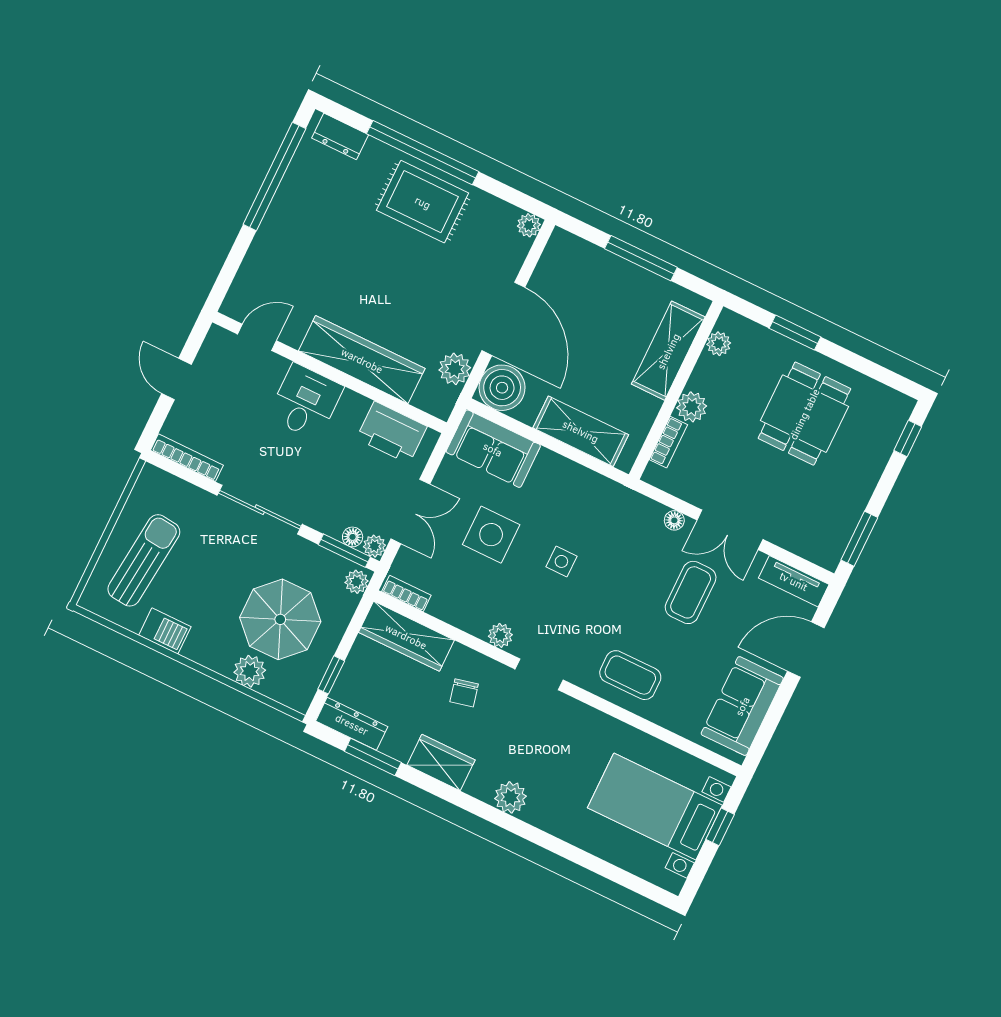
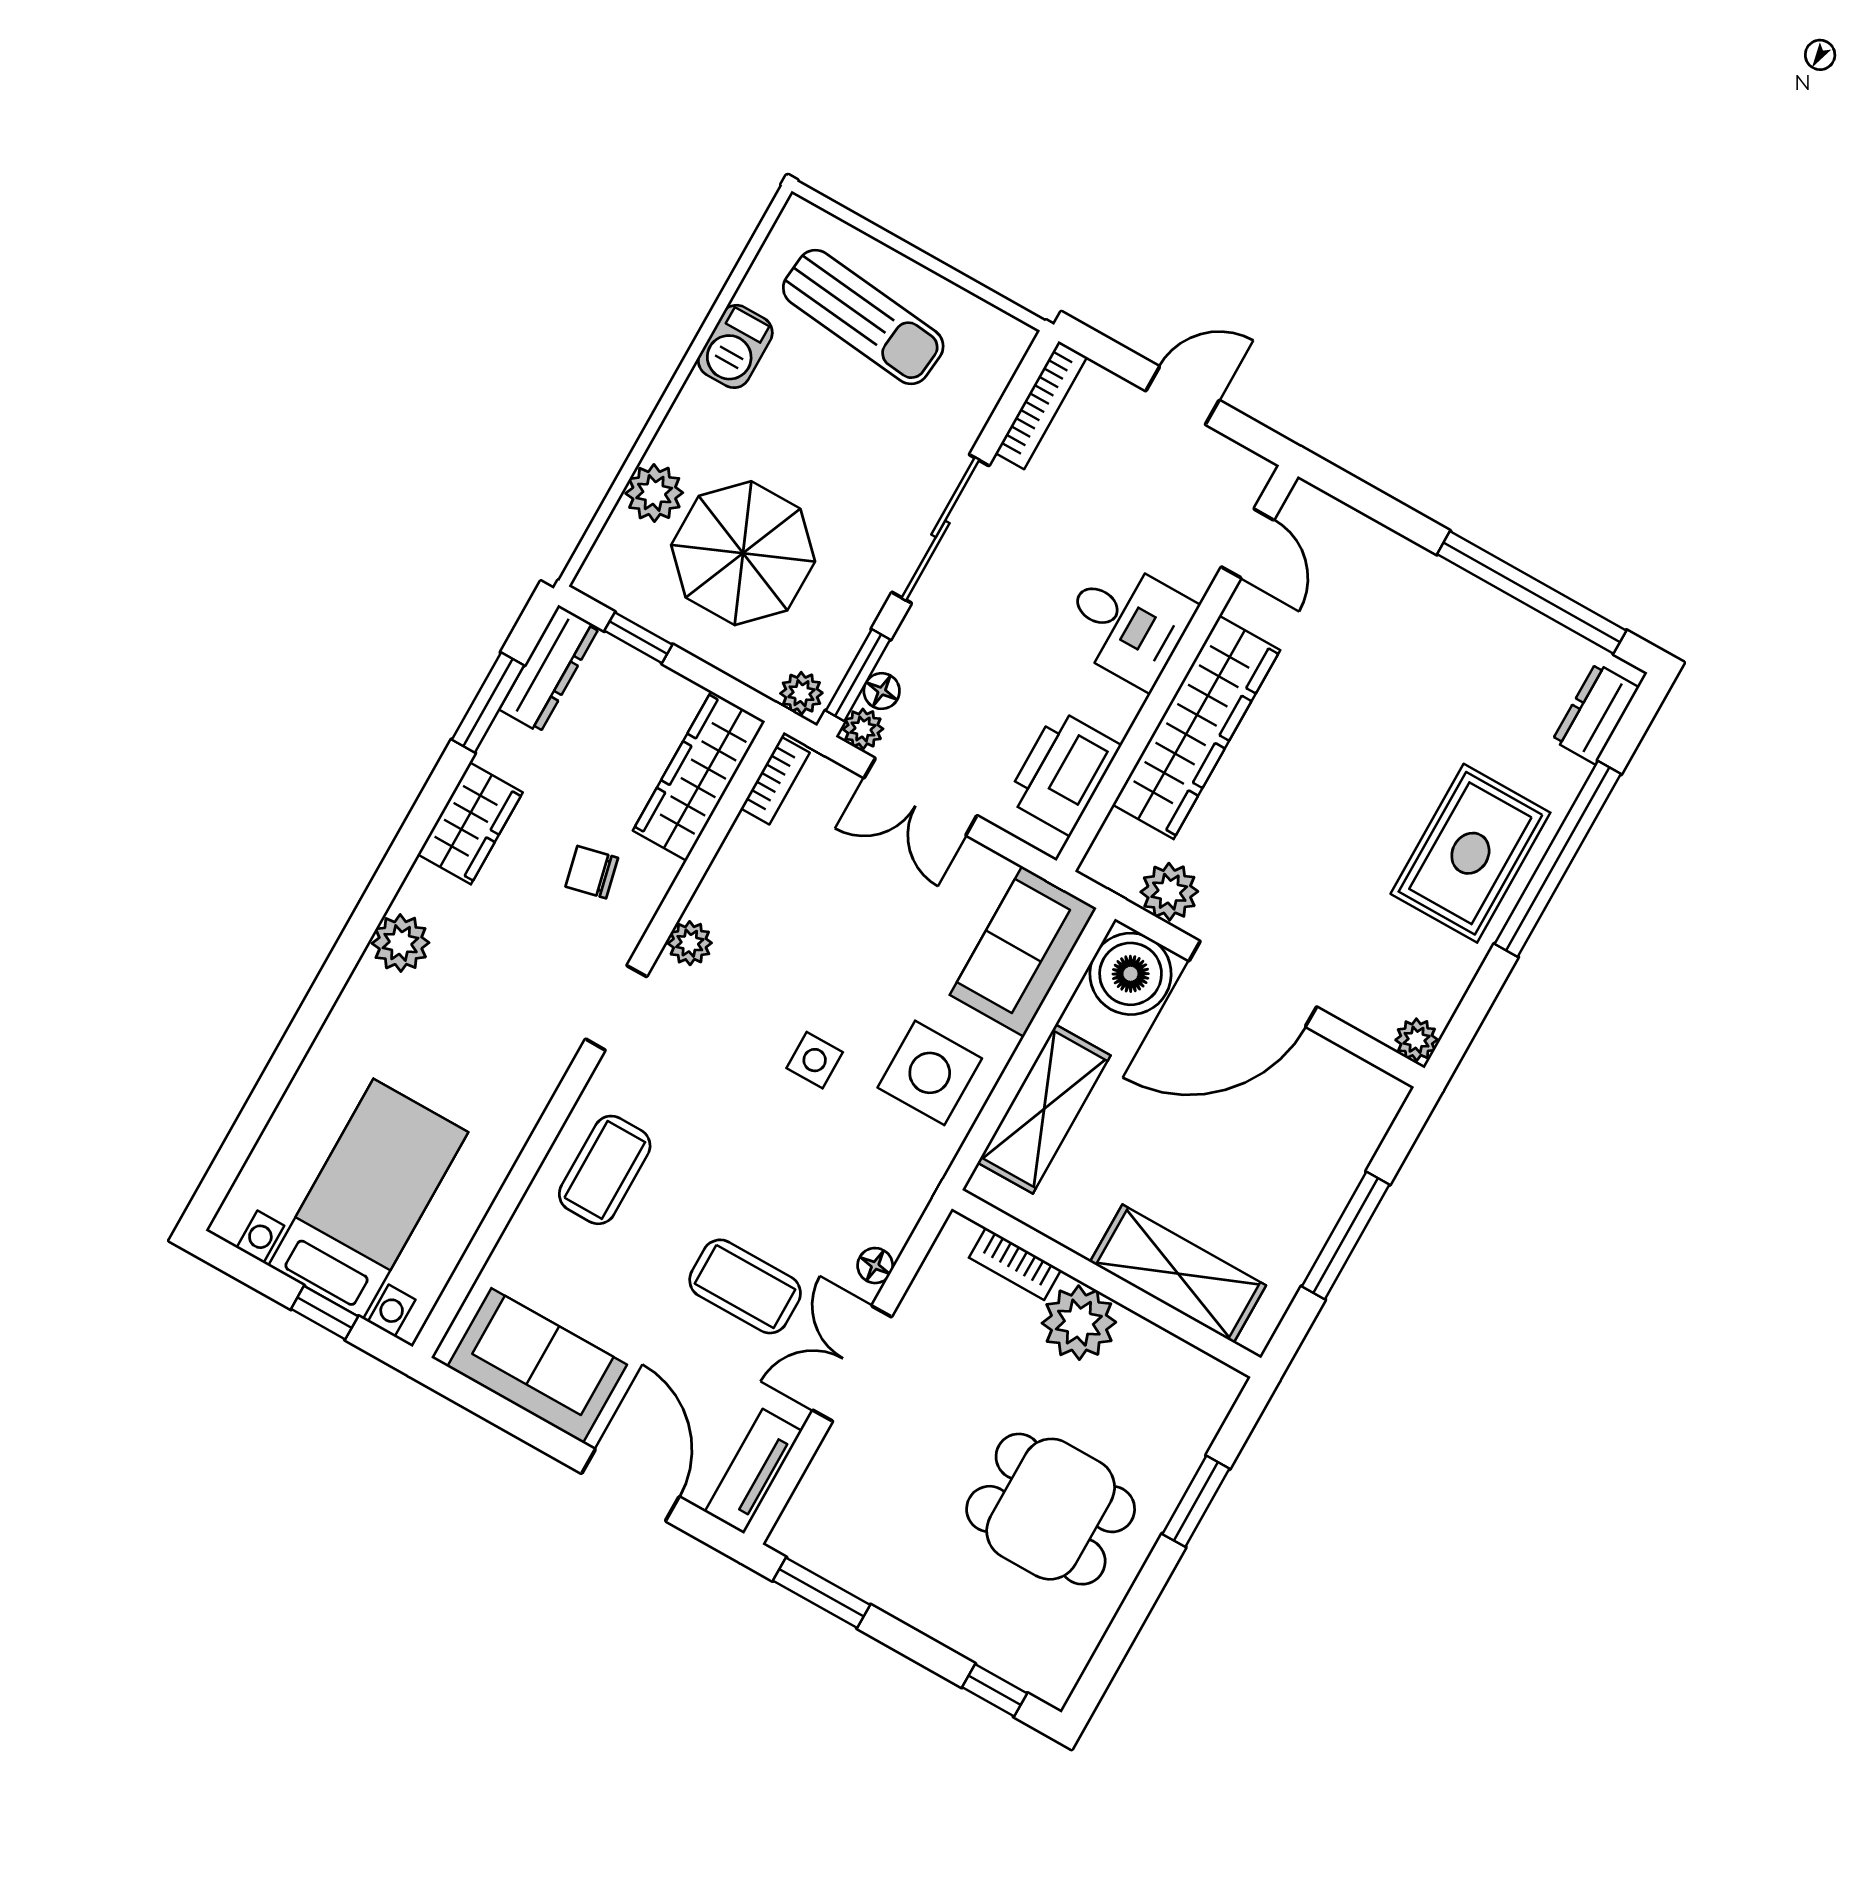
plant: (719, 344) -> (1185, 1364), removed
plant: (692, 407) -> (1079, 1323), width x1.36, depth x1.36
side table: (491, 535) -> (930, 1073), moved

